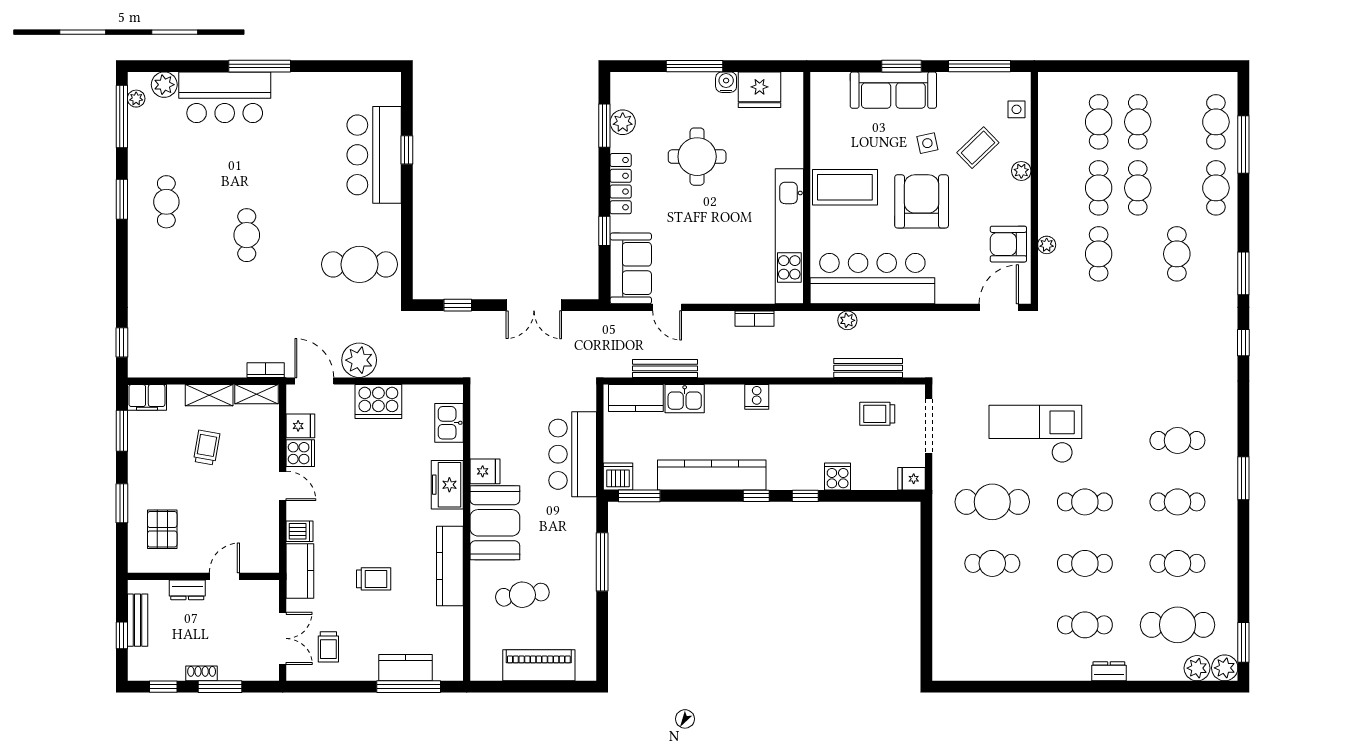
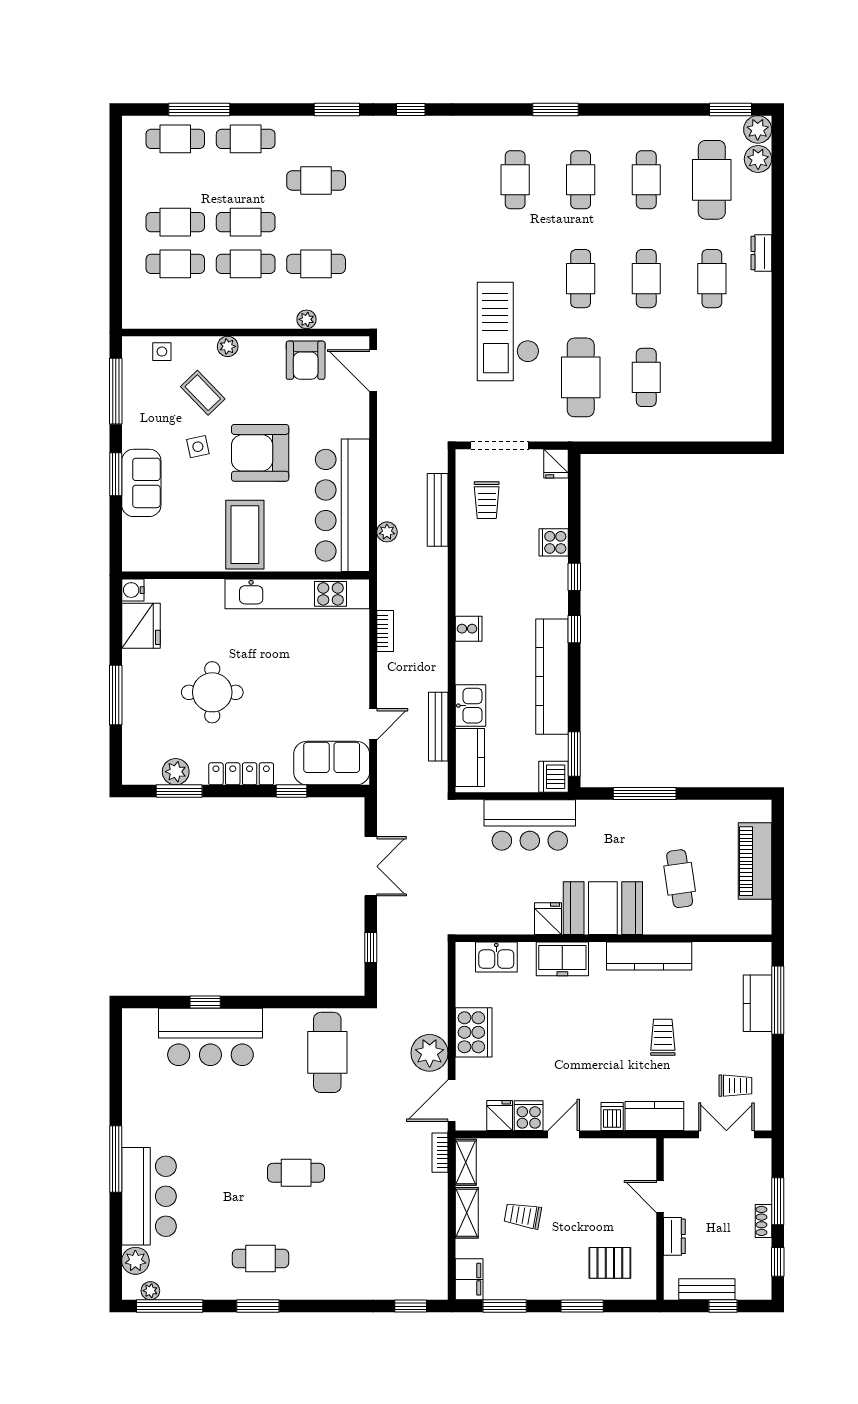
water cooler: (726, 82) -> (133, 590), moved
sofa: (893, 90) -> (141, 483), width x0.73

